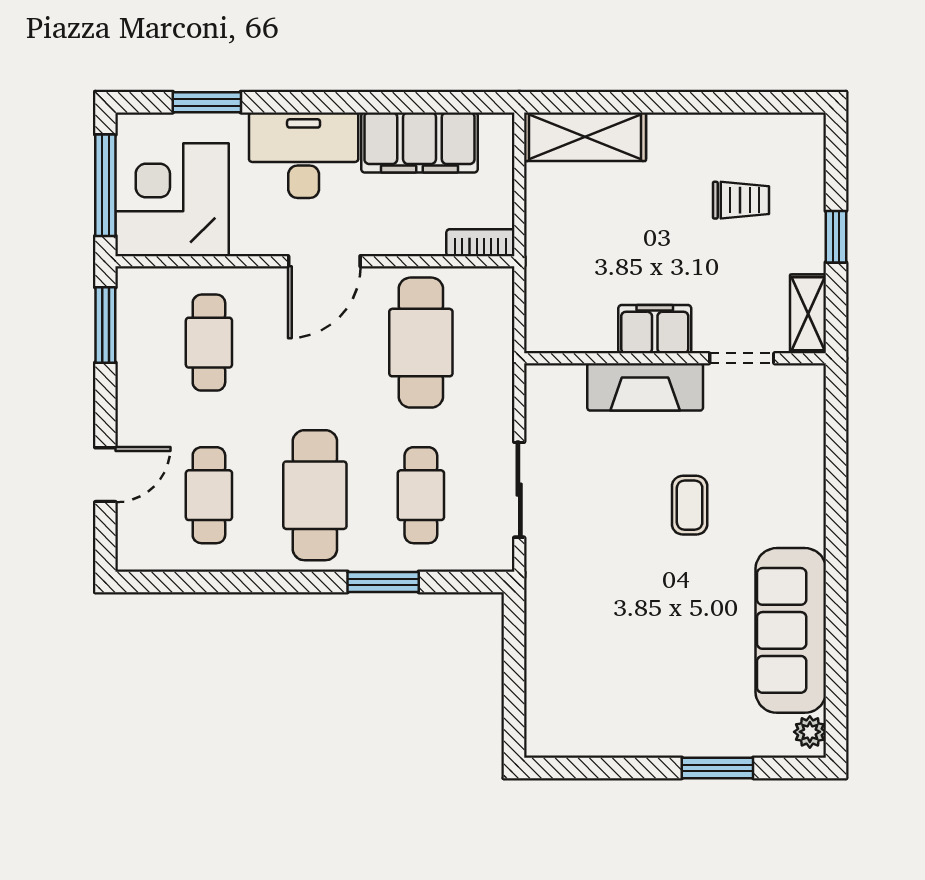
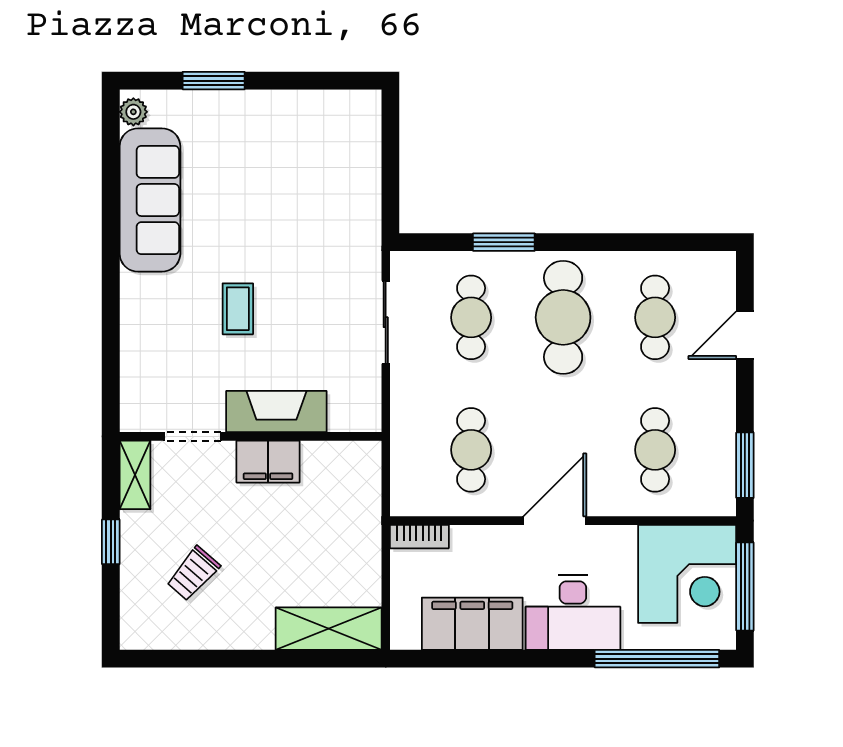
window: (207, 102) -> (657, 659), width x2.11
trolley: (741, 200) -> (193, 574), turned -49
cafe table: (421, 343) -> (471, 450), width x0.73, depth x0.74

